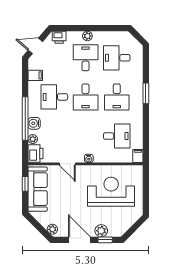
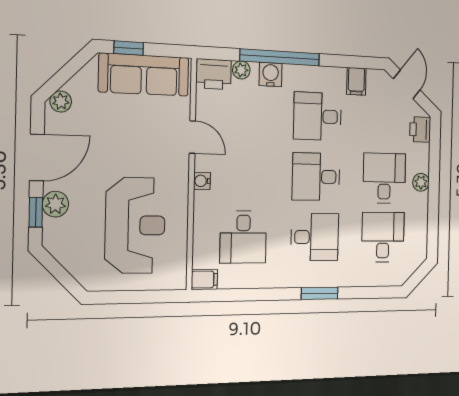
desk: (86, 58) -> (384, 178), turned -90
desk: (54, 97) -> (318, 116), turned -90
desk: (117, 97) -> (315, 237), turned 180
door: (67, 164) -> (192, 137), swing flipped
window: (25, 184) -> (129, 48), moved

